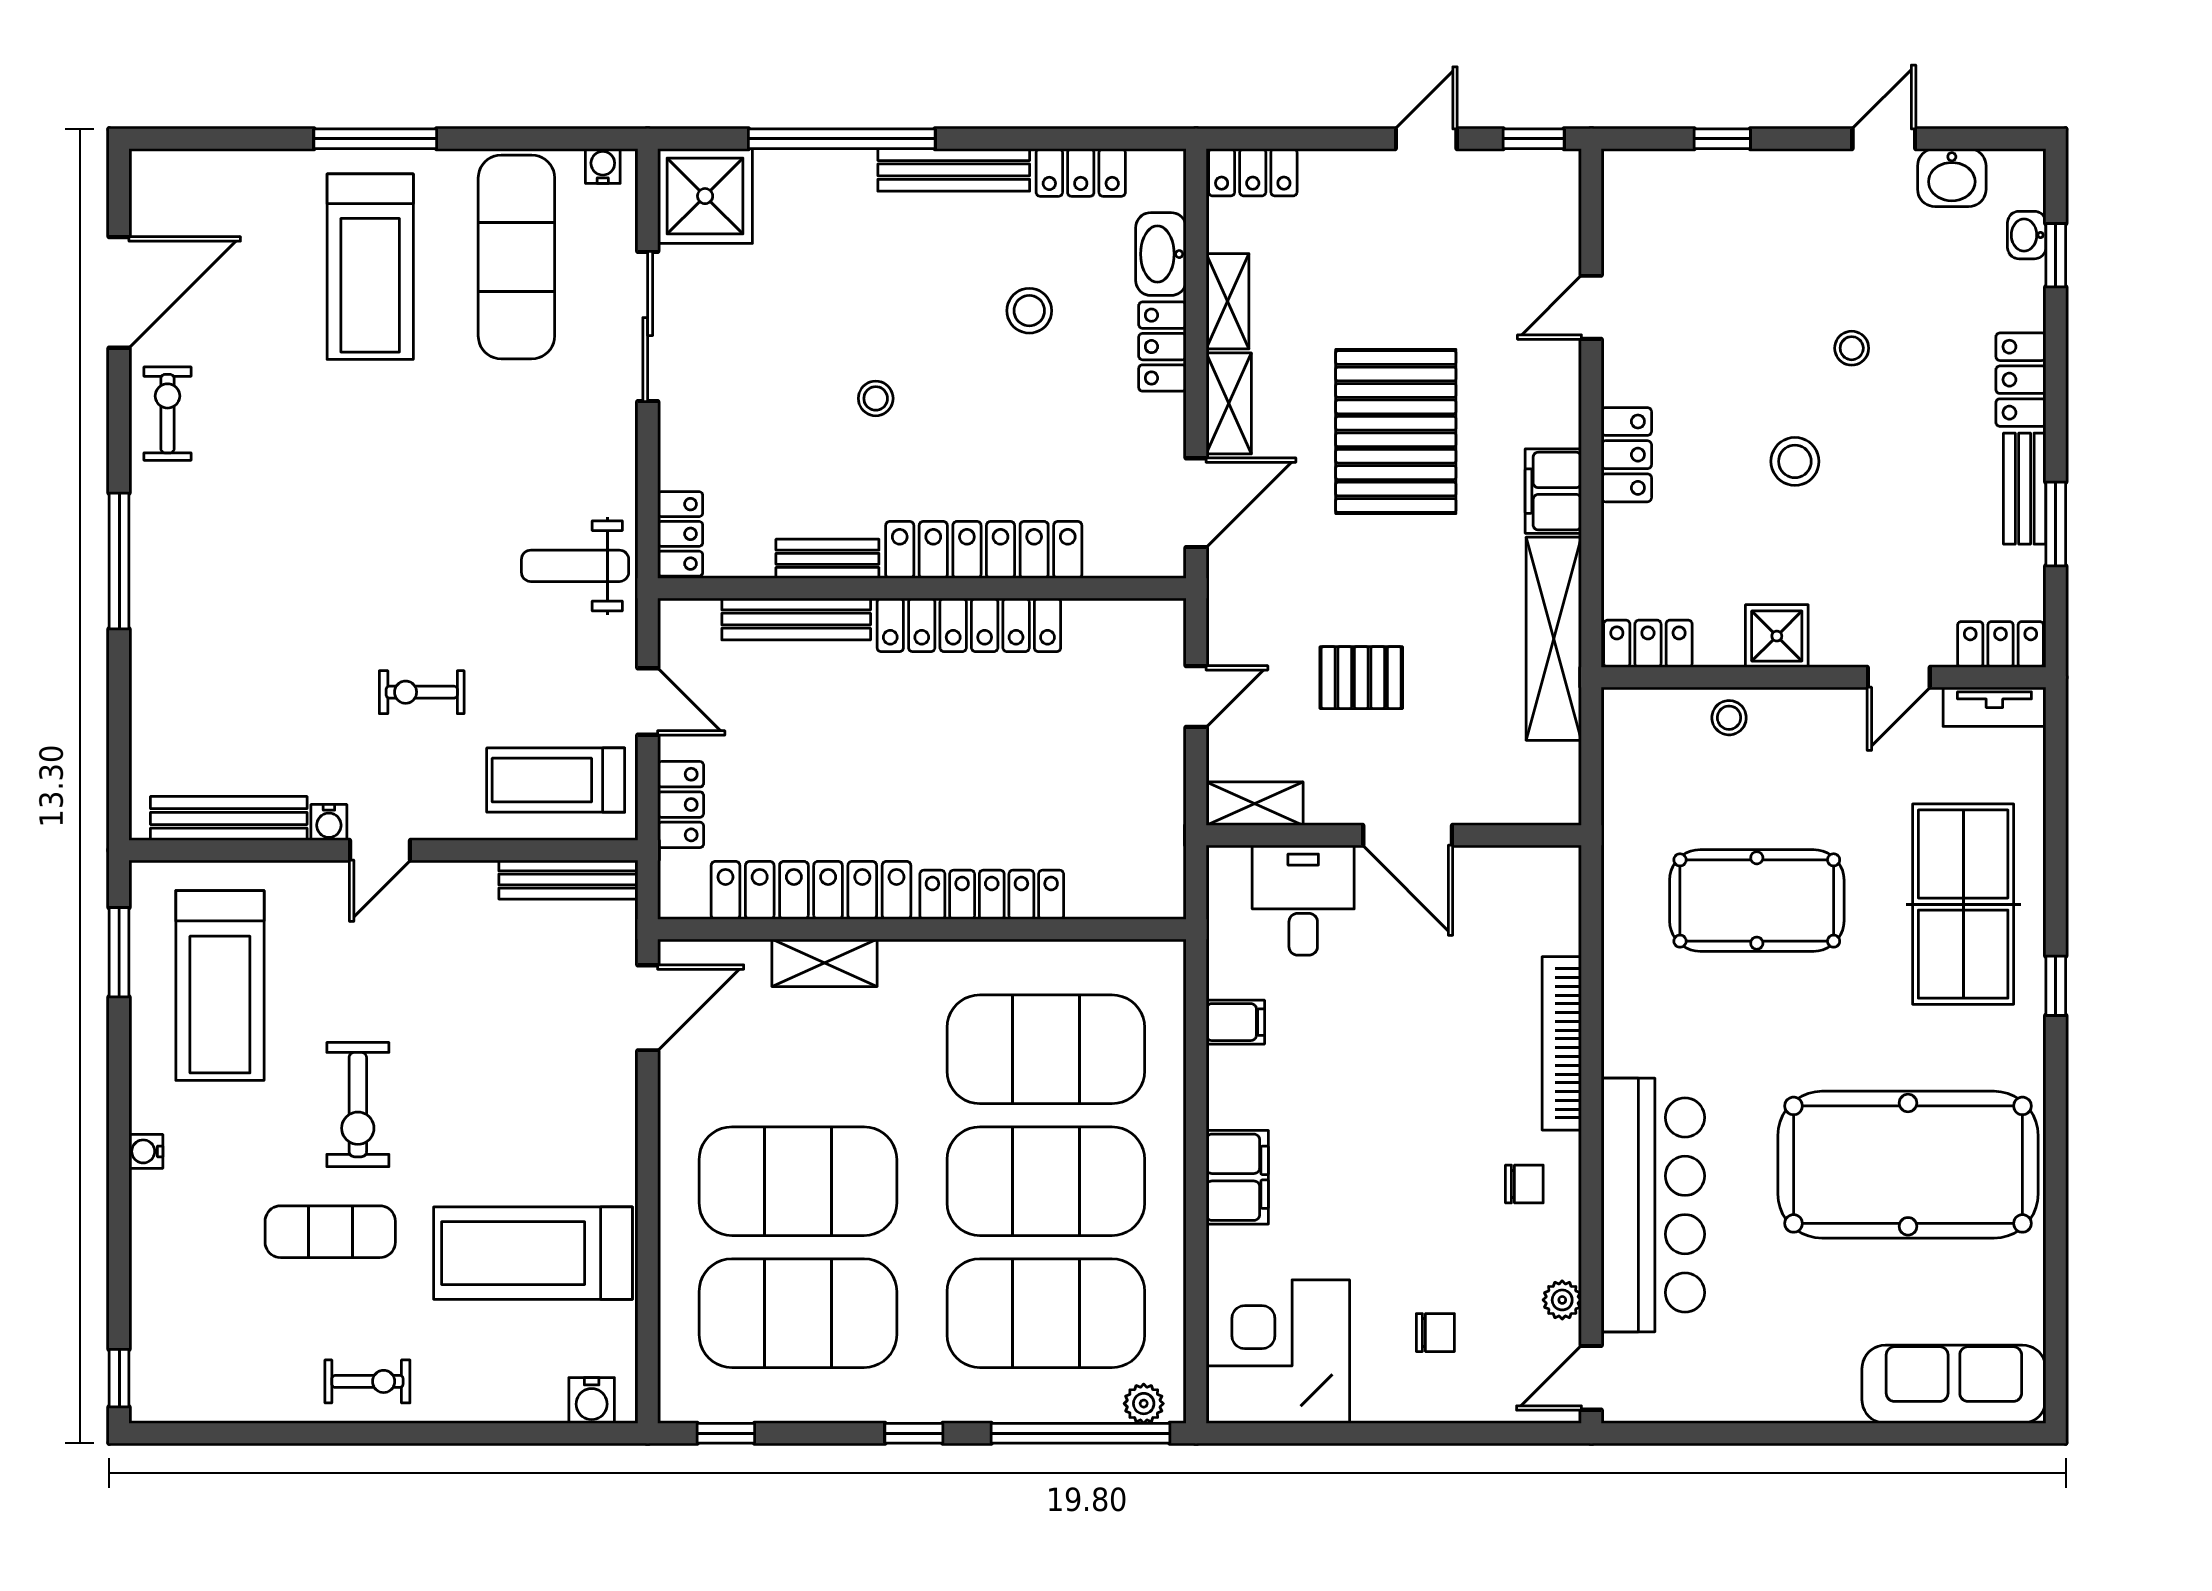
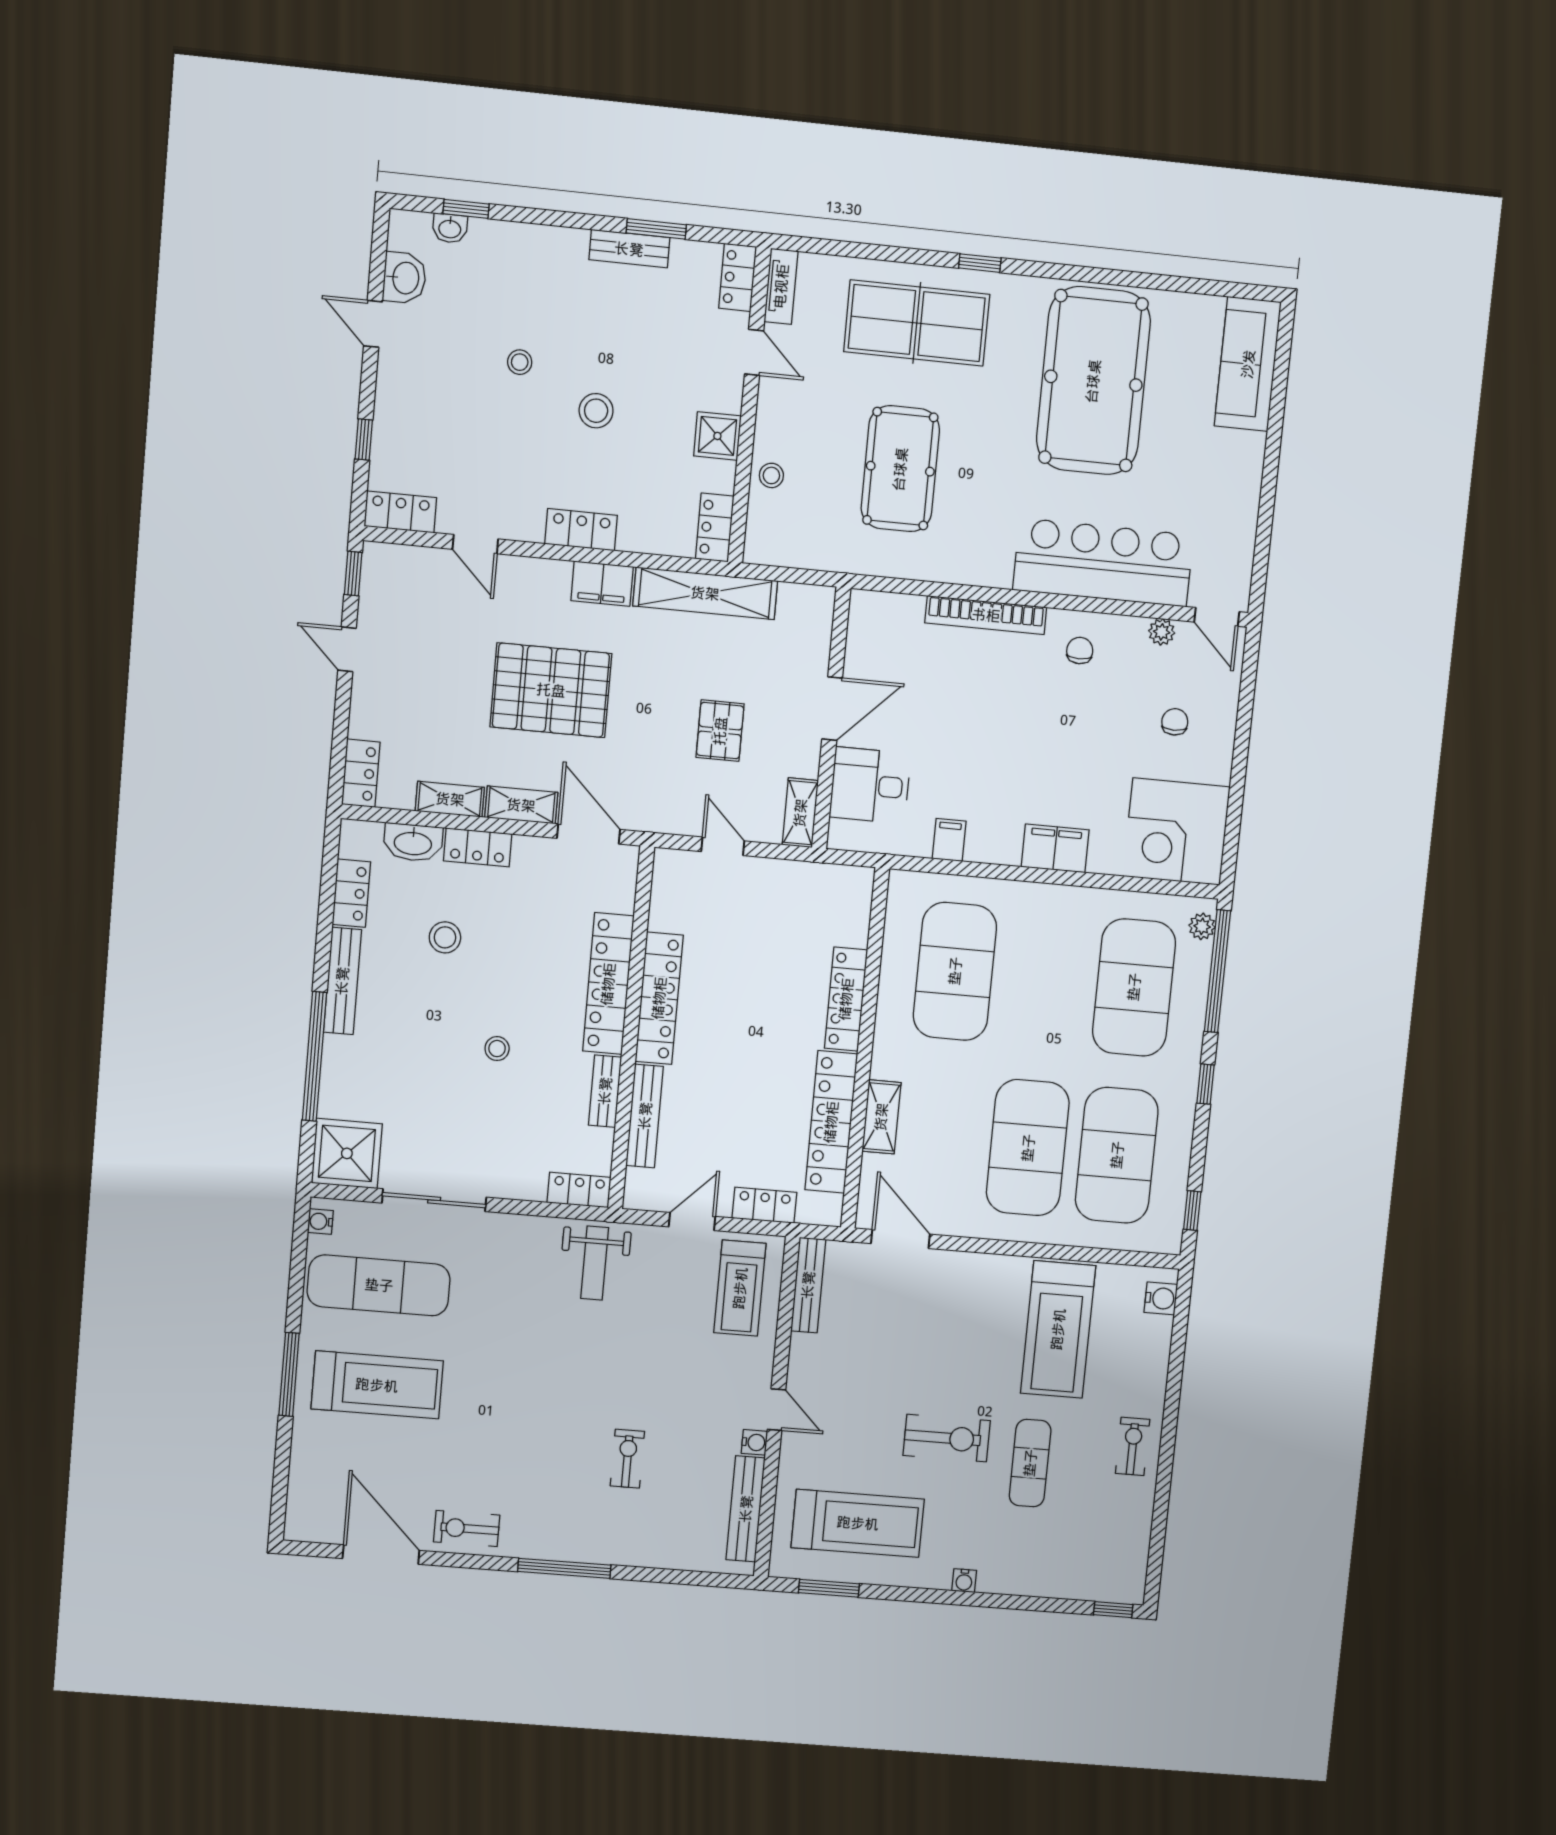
locker: (2021, 380) -> (400, 512), moved, turned 180
exercise bike: (422, 692) -> (627, 1459), moved, turned 180
exercise mat: (1046, 1181) -> (1045, 979), removed

